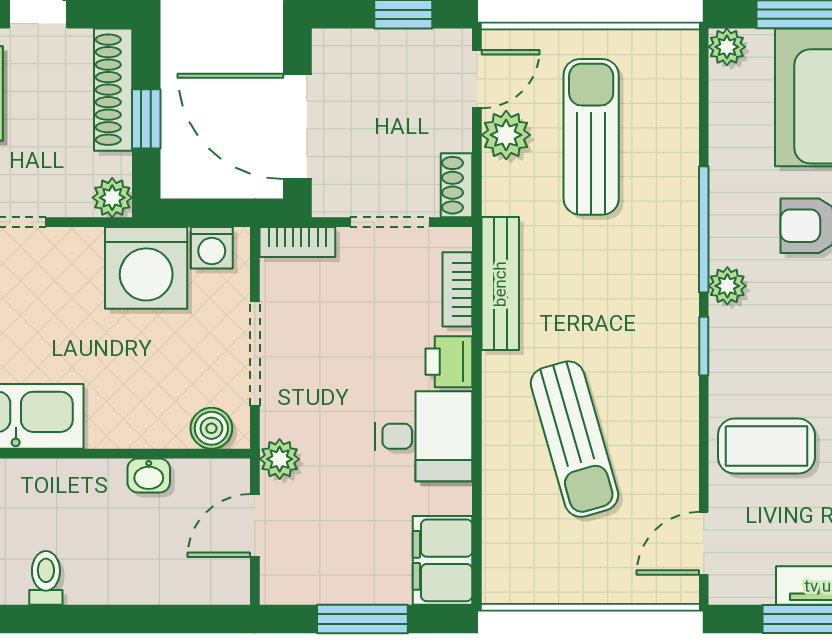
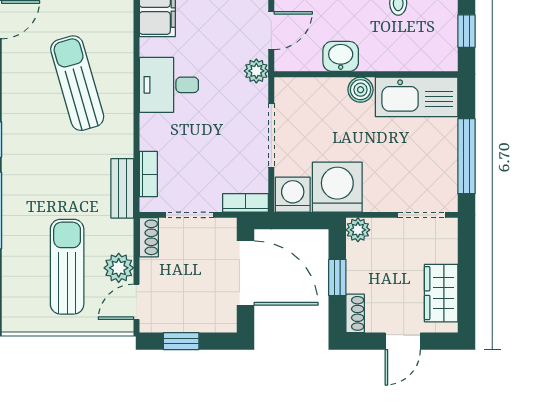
shoe rack: (113, 90) -> (355, 313), width x0.51, depth x0.81
sun lounger: (591, 137) -> (67, 267), turned 180
washing machine: (212, 248) -> (293, 195), width x1.38, depth x1.38
bench: (500, 284) -> (122, 188), width x0.73
printer: (449, 362) -> (153, 130), removed
boiler: (211, 428) -> (361, 90), moved
washbasin: (149, 475) -> (341, 56), width x1.38, depth x1.45

